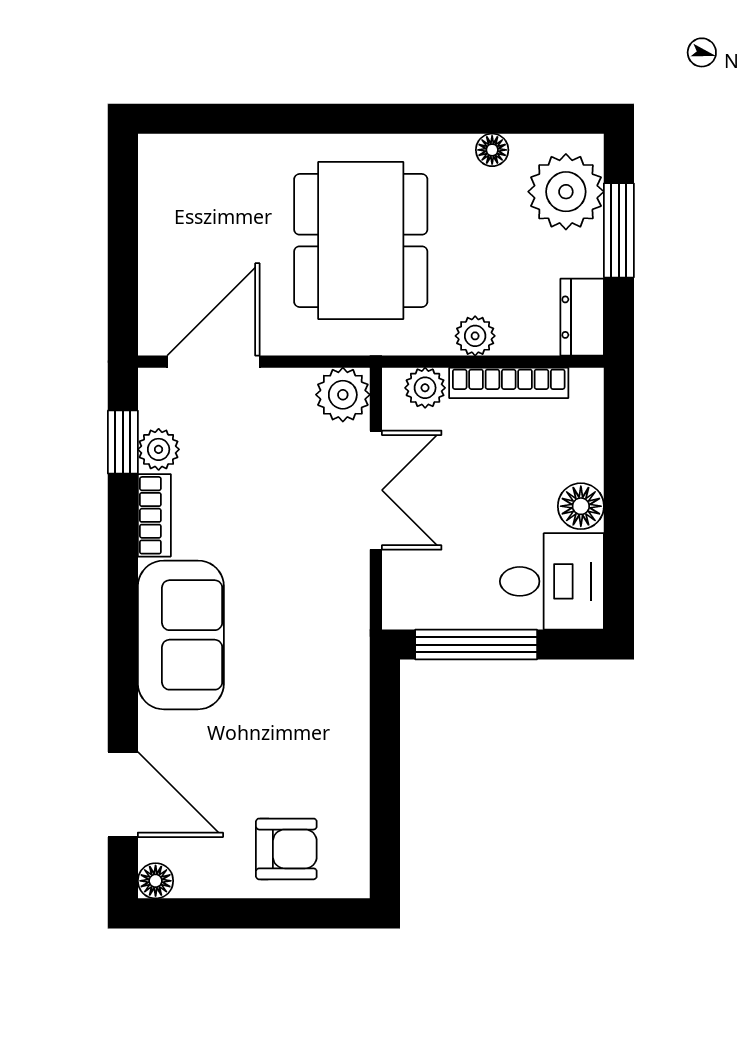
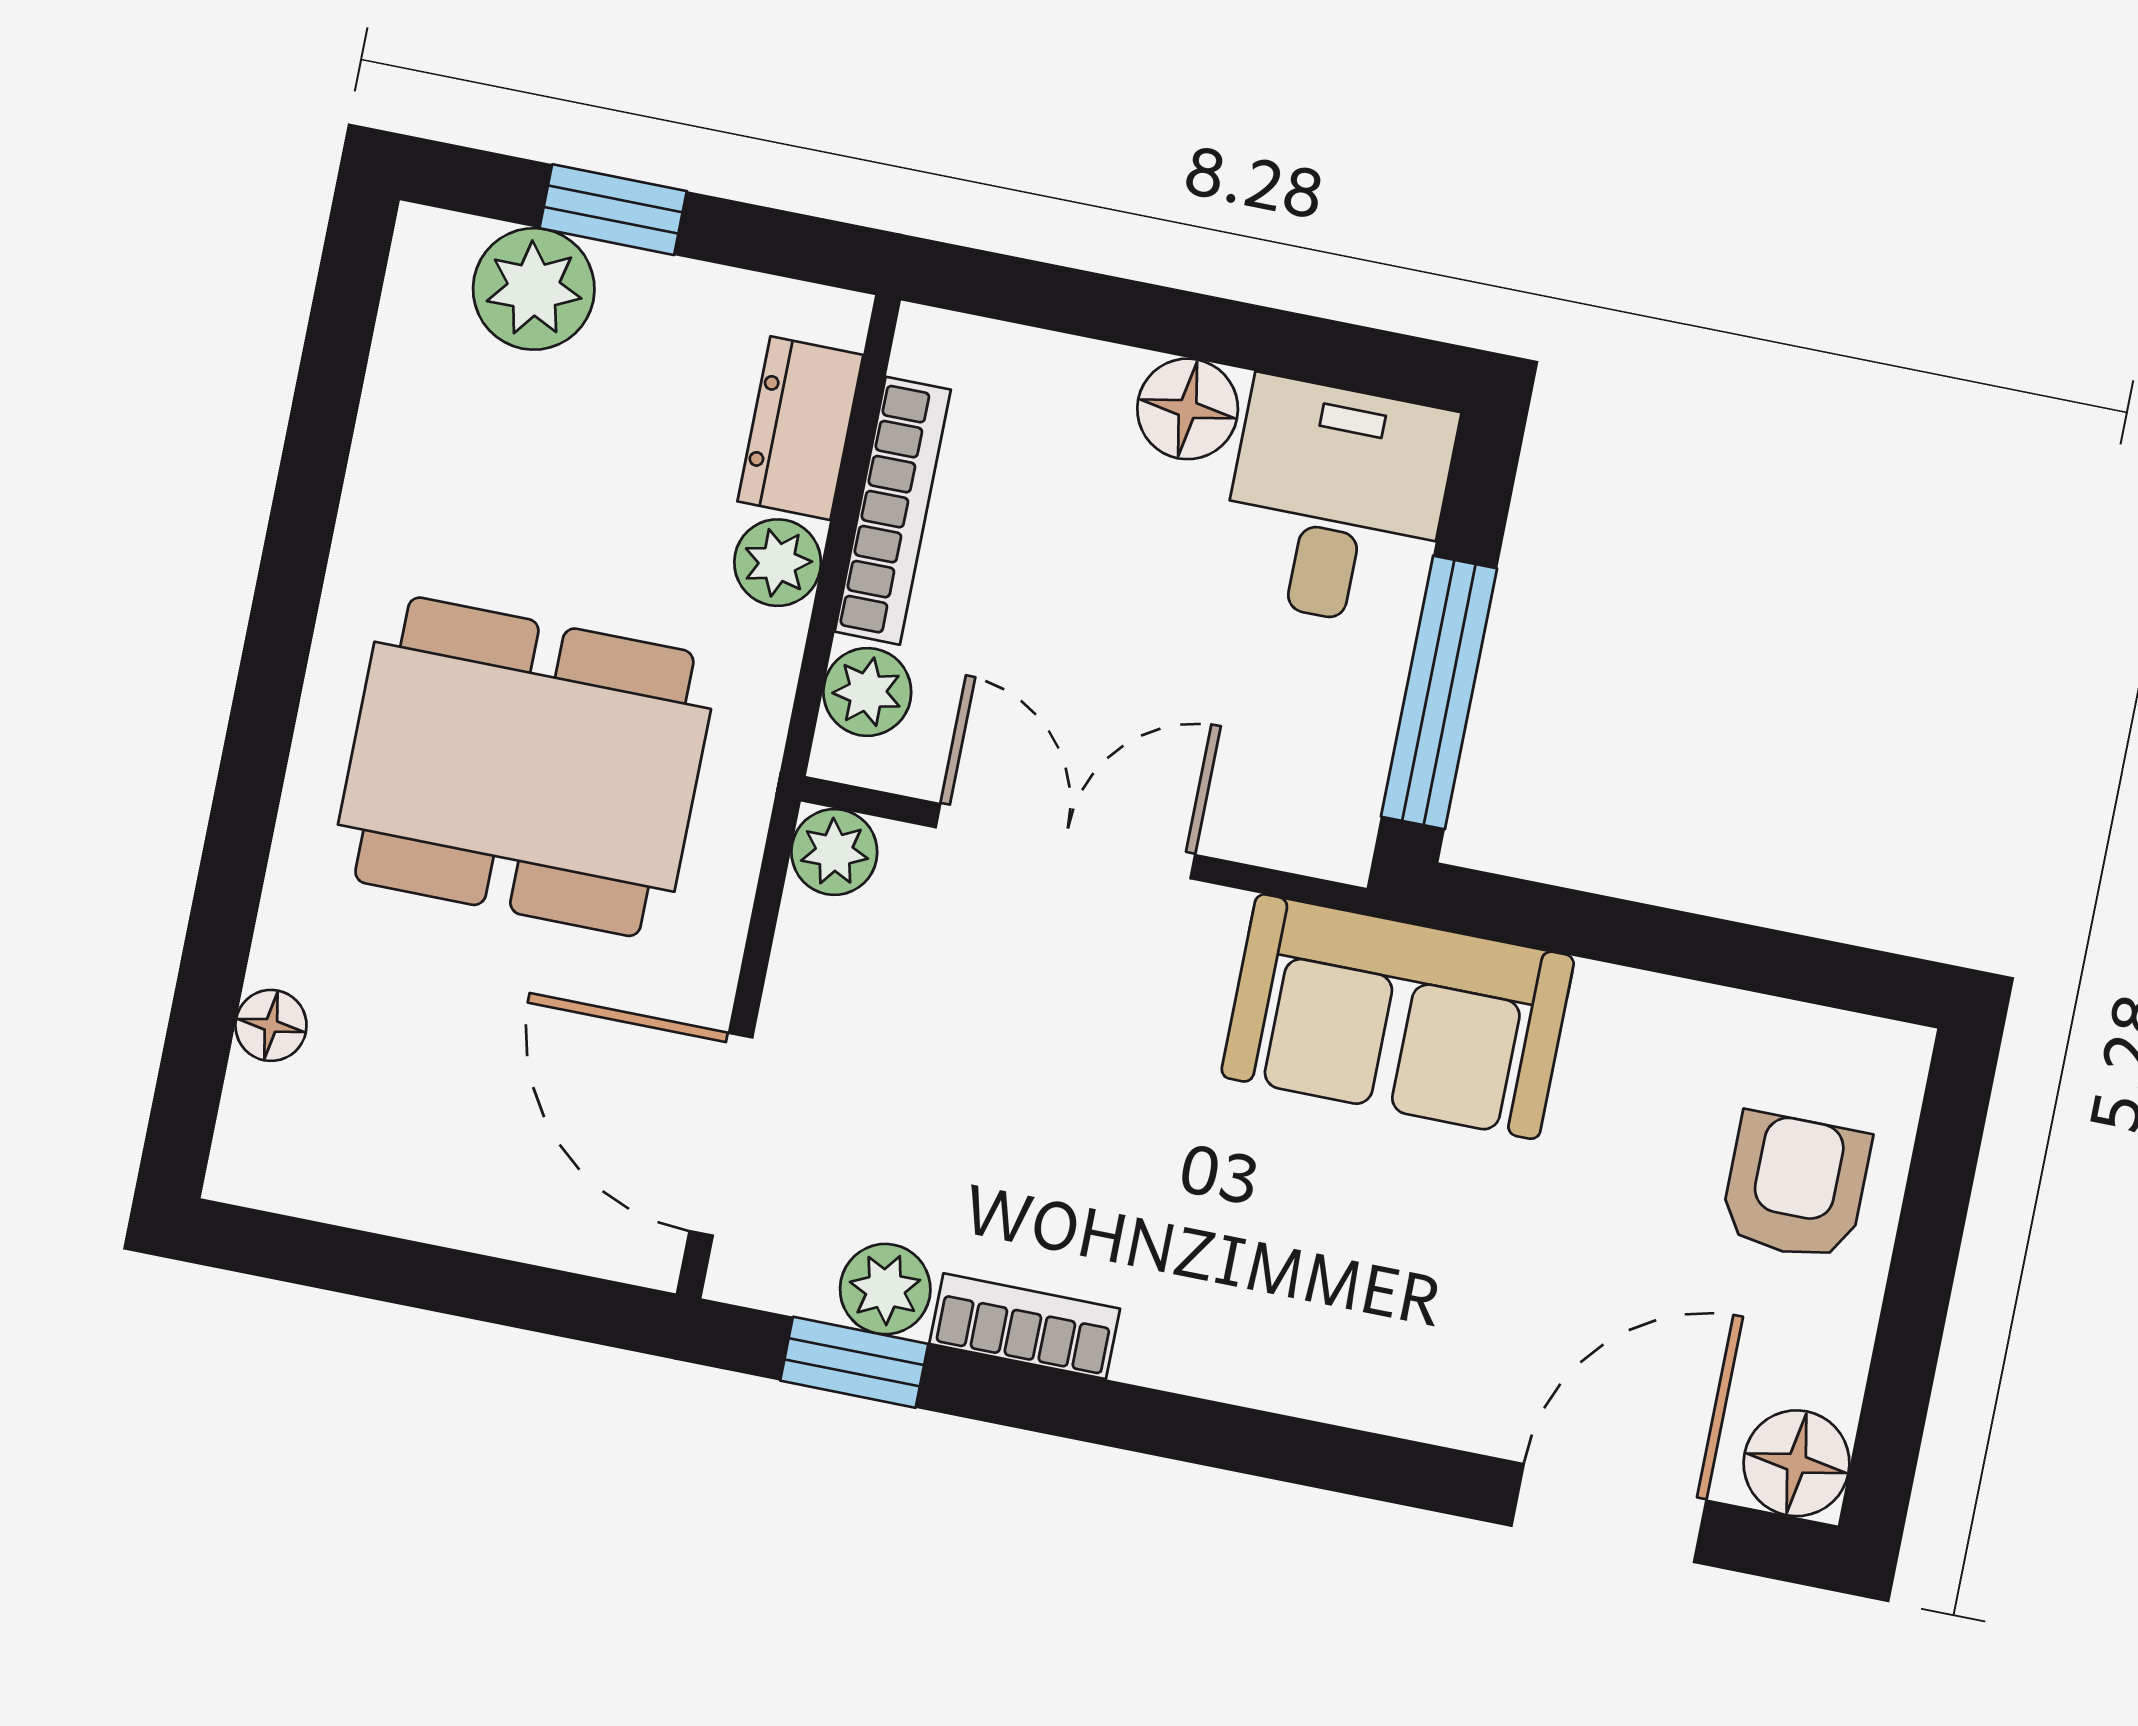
floor lamp: (492, 150) -> (271, 1025), moved
plant: (566, 192) -> (534, 289), width x0.73, depth x0.73
window: (619, 230) -> (613, 210), width x0.67
dresser: (582, 317) -> (800, 428), moved, turned 90
plant: (343, 395) -> (834, 852), width x0.73, depth x0.73
sofa: (181, 635) -> (1398, 1017), moved, turned 180
floor lamp: (156, 881) -> (1796, 1463), width x1.37, depth x1.37

